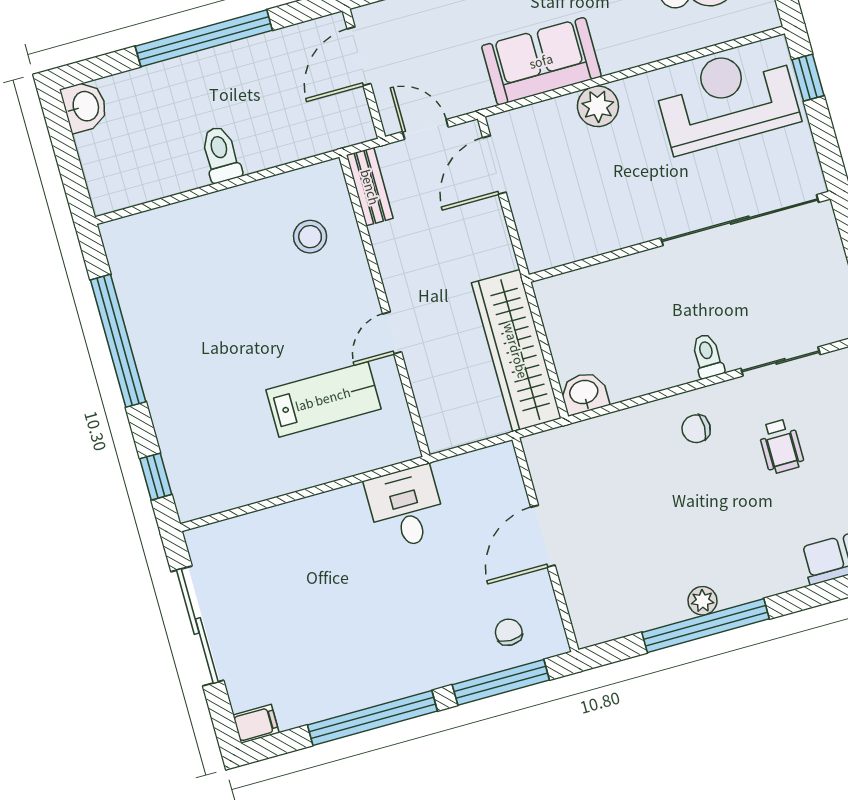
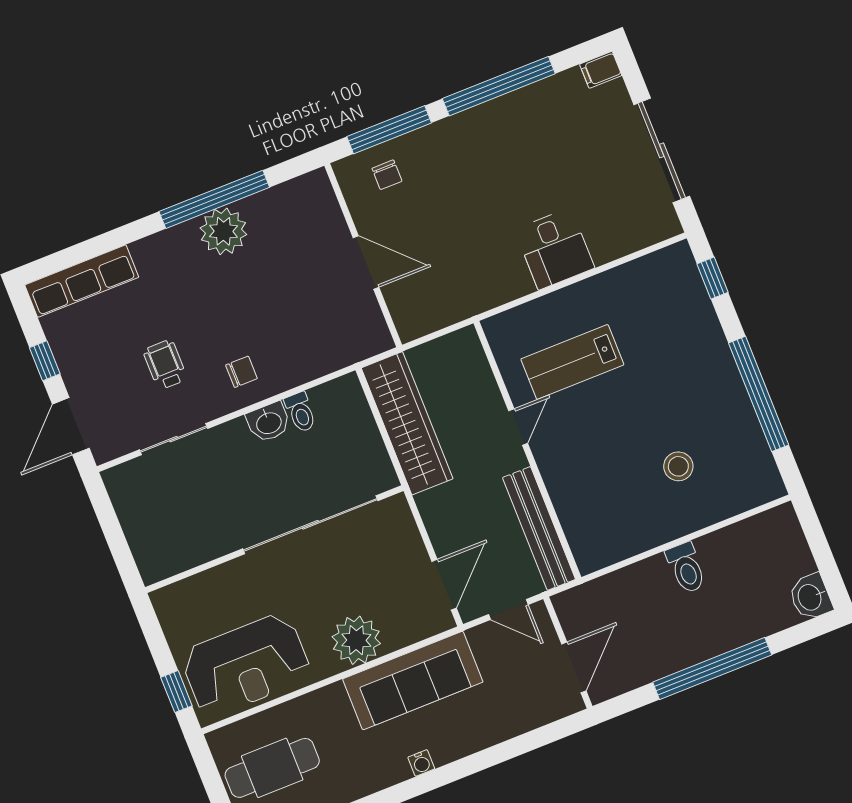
sofa: (541, 61) -> (413, 681), width x1.36
plant: (598, 106) -> (356, 640), width x1.36, depth x1.36
bench: (370, 187) -> (539, 528), width x1.86, depth x1.21
sliding door: (740, 220) -> (310, 525), moved
stool: (310, 237) -> (678, 466), moved
toilet: (707, 356) -> (300, 412), moved
washbasin: (584, 393) -> (269, 422), moved
desk: (406, 507) -> (555, 249), moved
door: (543, 536) -> (366, 263), hinge flipped
plant: (703, 601) -> (223, 231), width x1.88, depth x1.88

